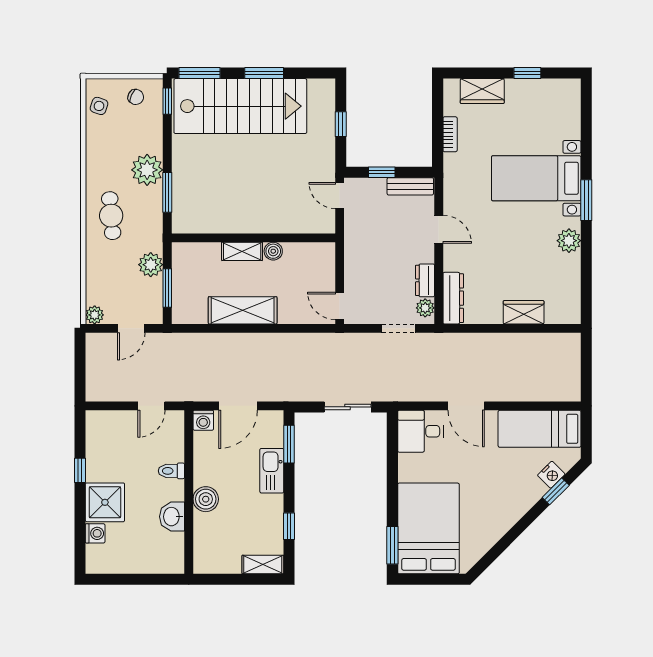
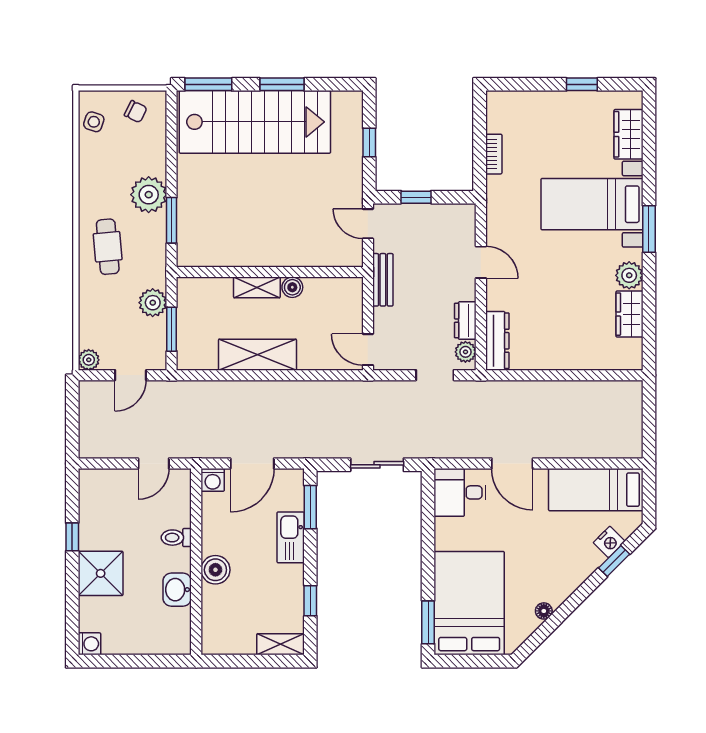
wardrobe: (482, 91) -> (628, 134), moved, turned 90
window: (167, 101) -> (172, 116), removed
bench: (410, 186) -> (383, 280), moved, turned 90
wardrobe: (524, 312) -> (629, 314), moved, turned -90
washing machine: (95, 533) -> (89, 644), moved
floor lamp: (494, 535) -> (544, 611), added

